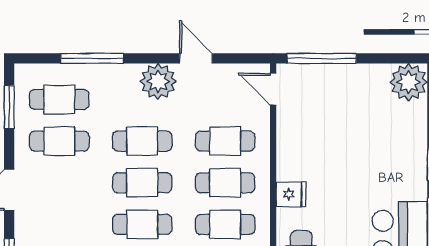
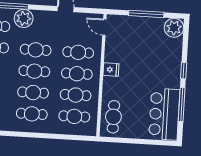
window: (322, 58) -> (146, 14), moved
plant: (158, 81) -> (24, 18), moved
fridge: (291, 194) -> (111, 70), moved

